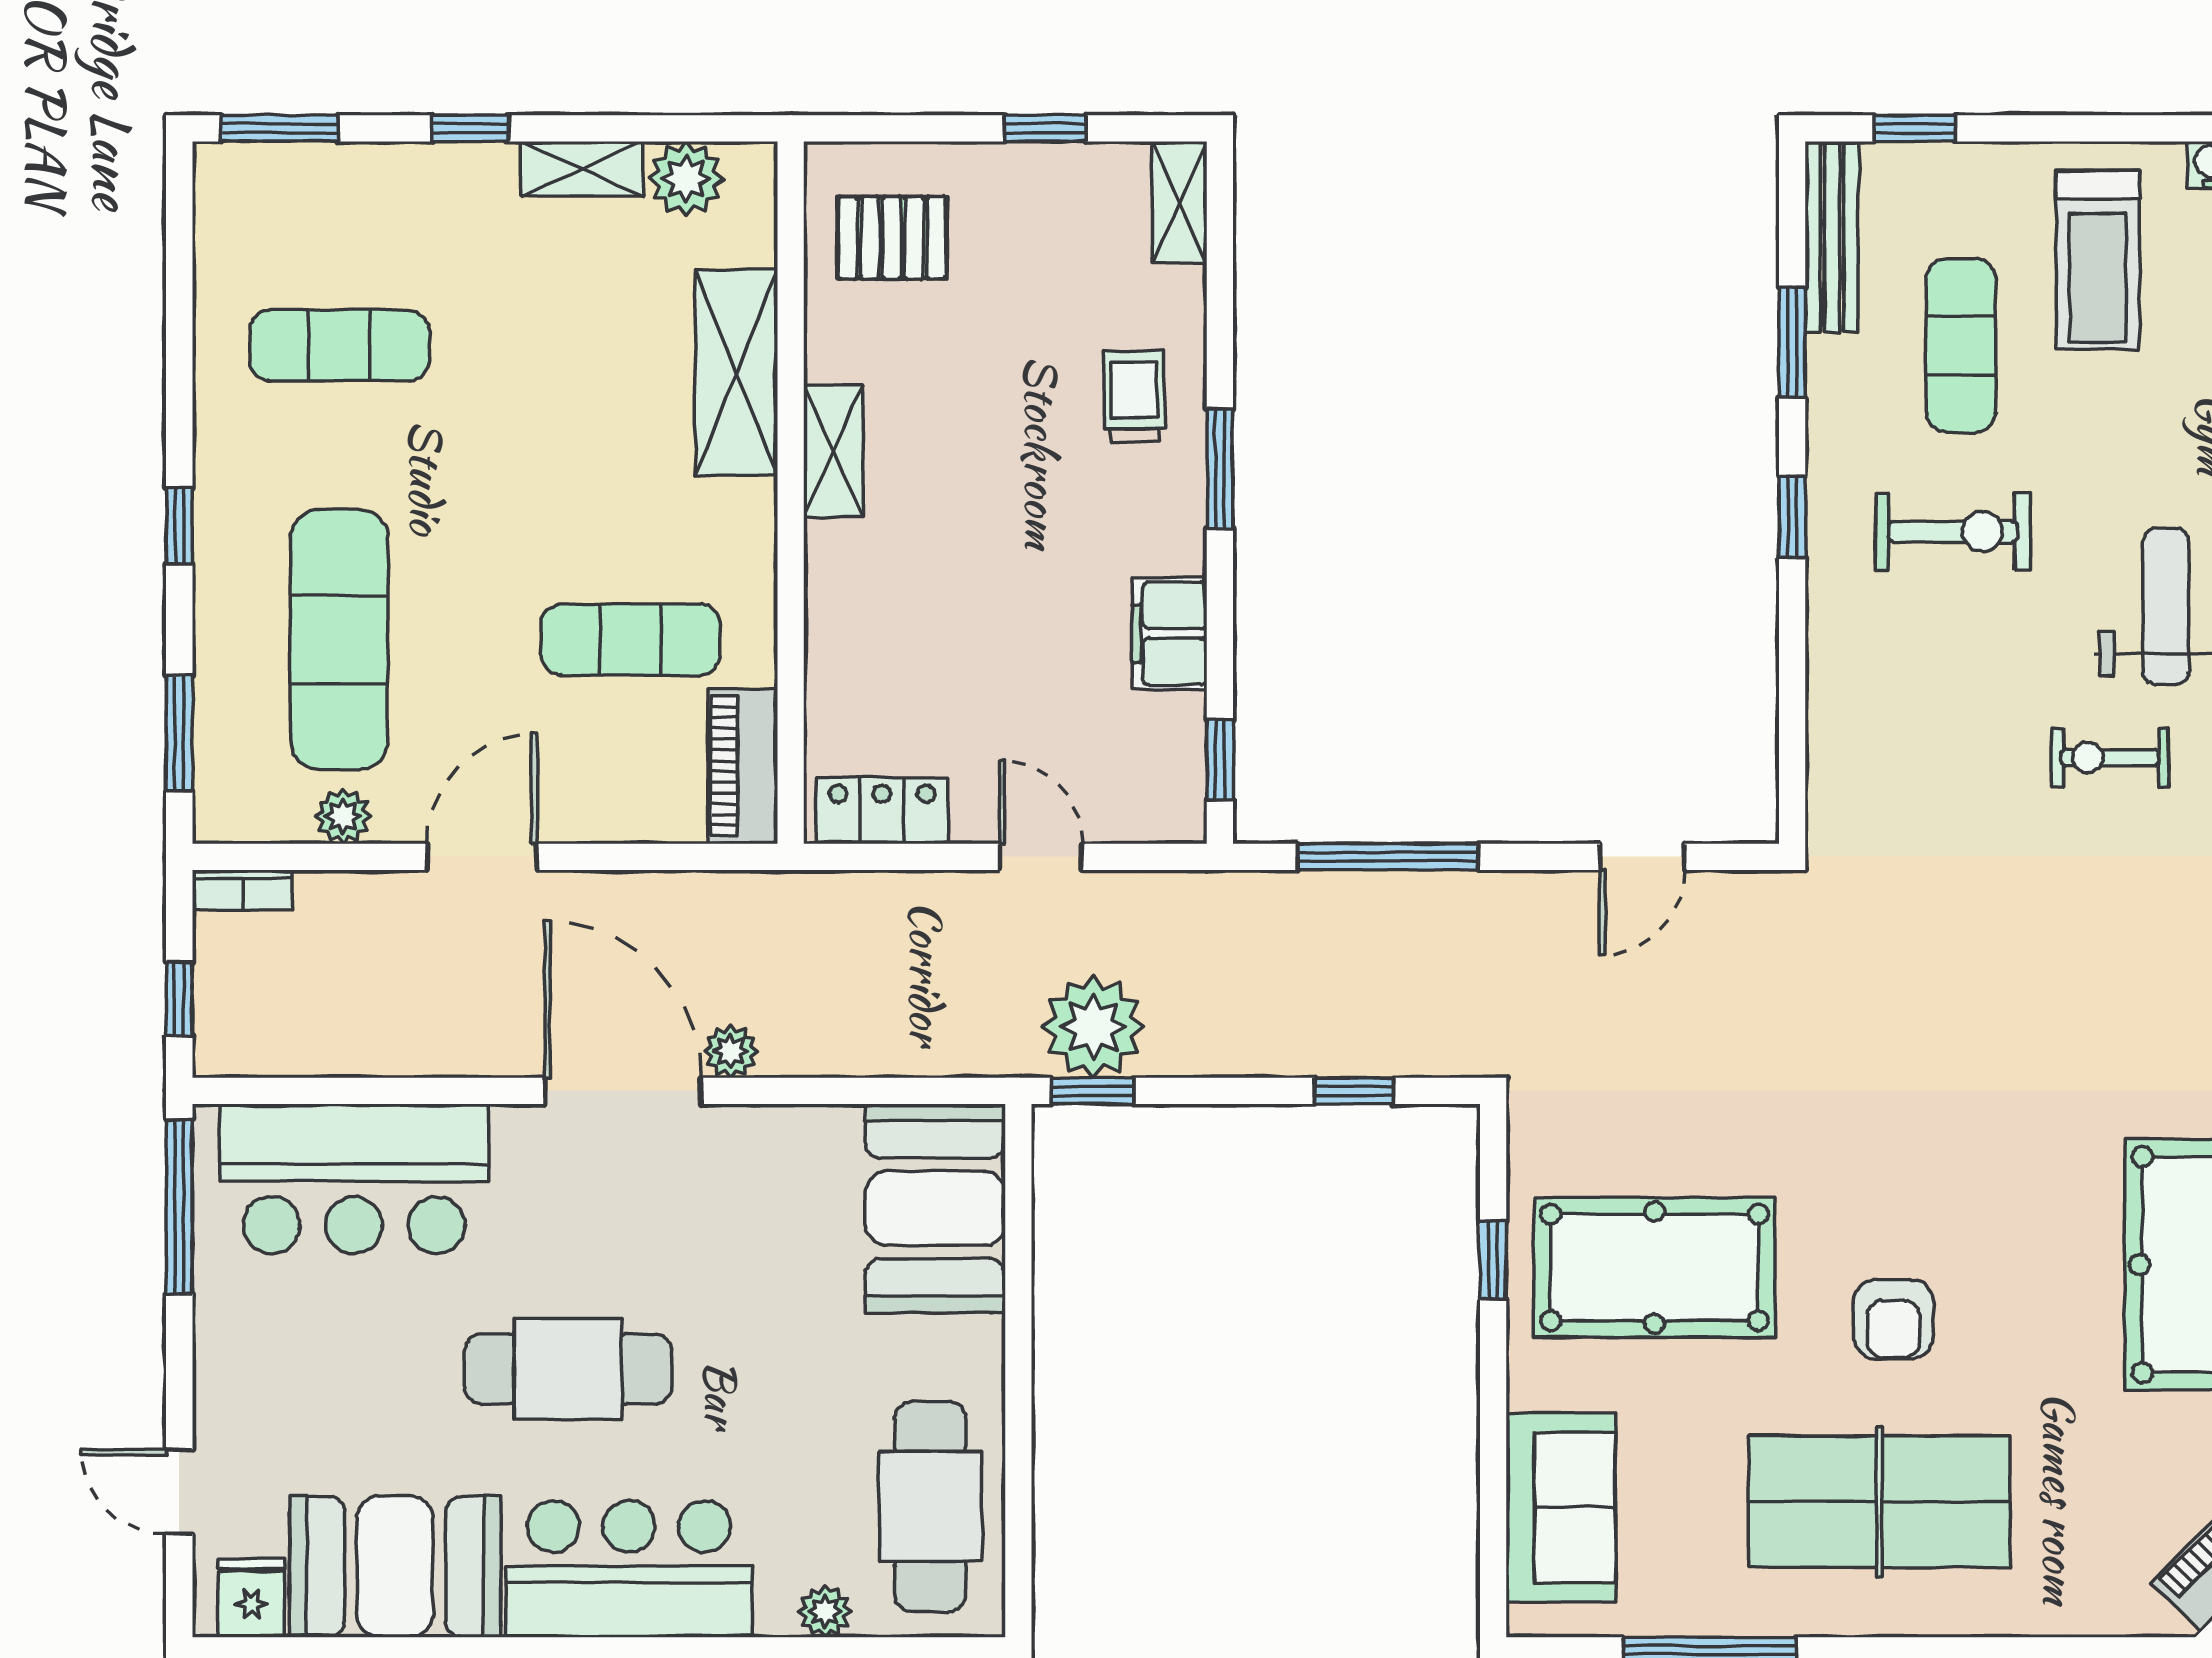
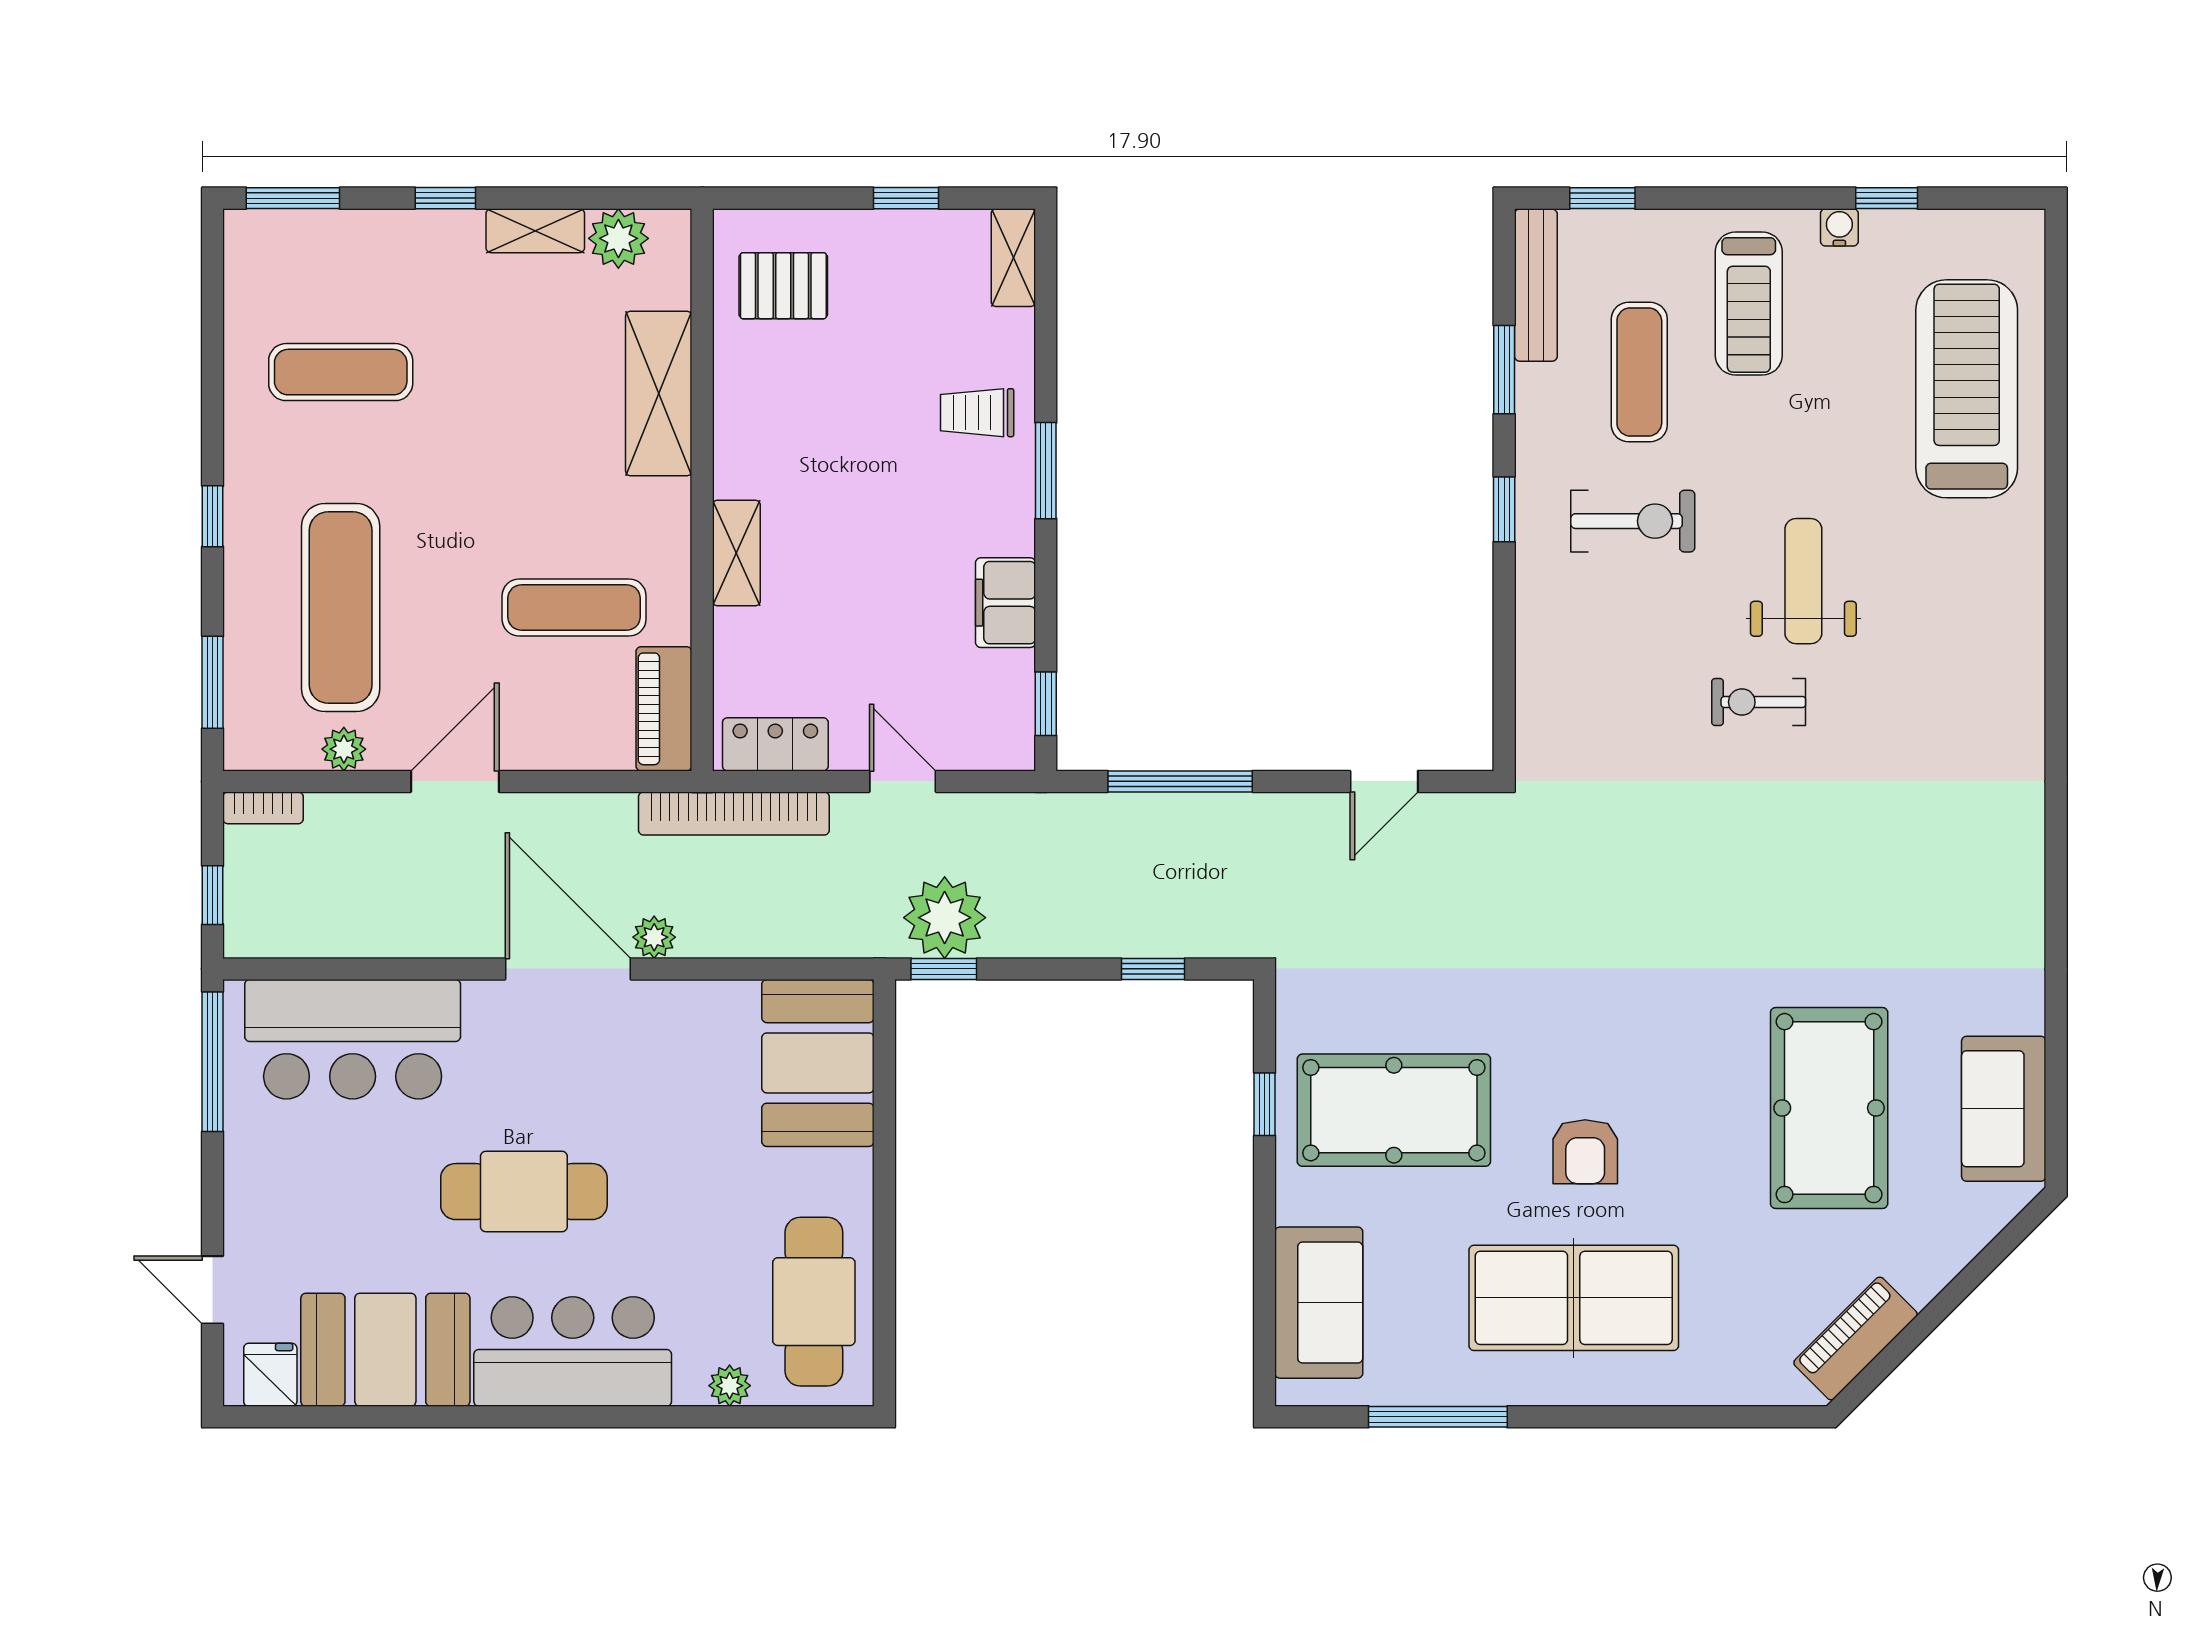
trolley: (1134, 396) -> (977, 413), turned -89
shelving: (833, 451) -> (736, 553), moved
bookcase: (830, 897) -> (734, 813), added

